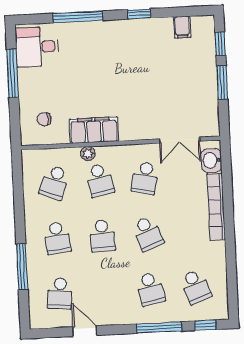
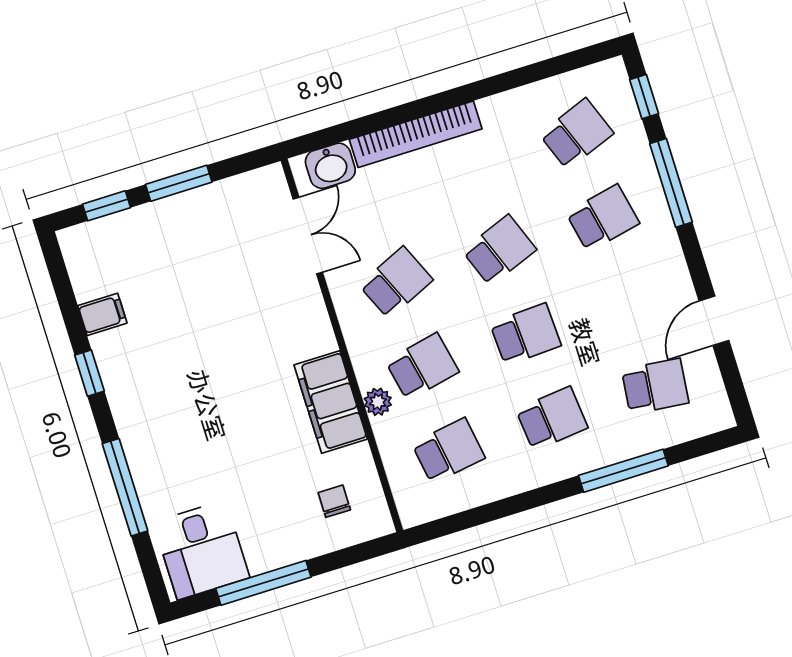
filing cabinet: (182, 27) -> (102, 314), moved
chair: (44, 119) -> (334, 501), turned 180
school desk: (145, 178) -> (396, 282), turned -36
school desk: (54, 182) -> (448, 451), turned -30

